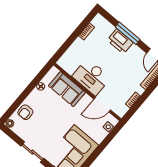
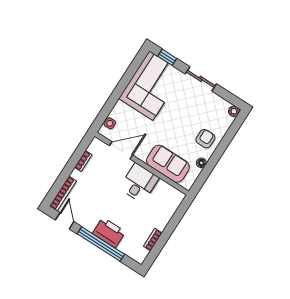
window: (128, 33) -> (101, 244), width x1.46
desk: (91, 77) -> (139, 183), width x0.73
armchair: (25, 112) -> (205, 139), moved

